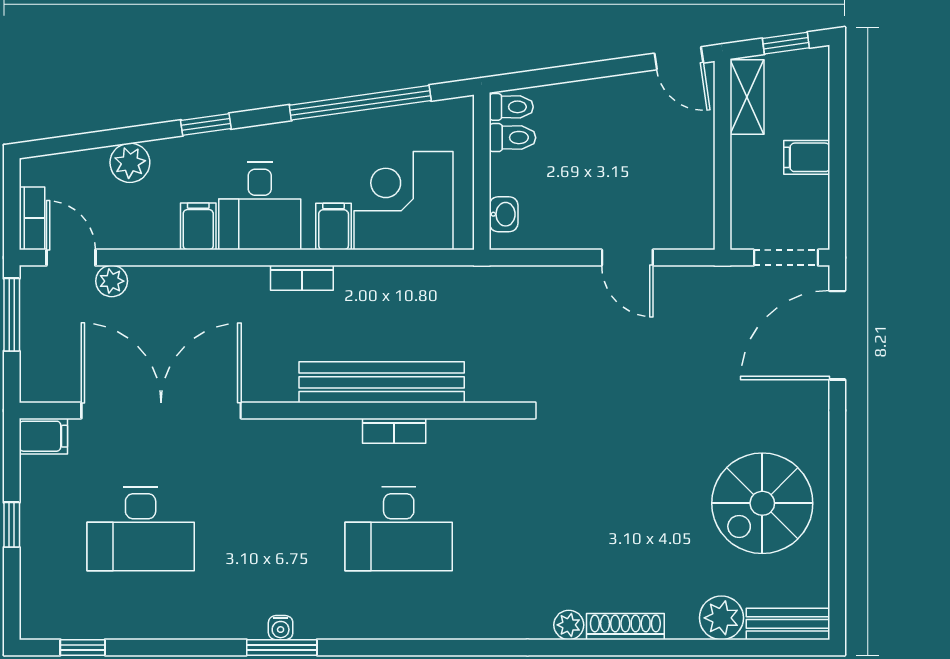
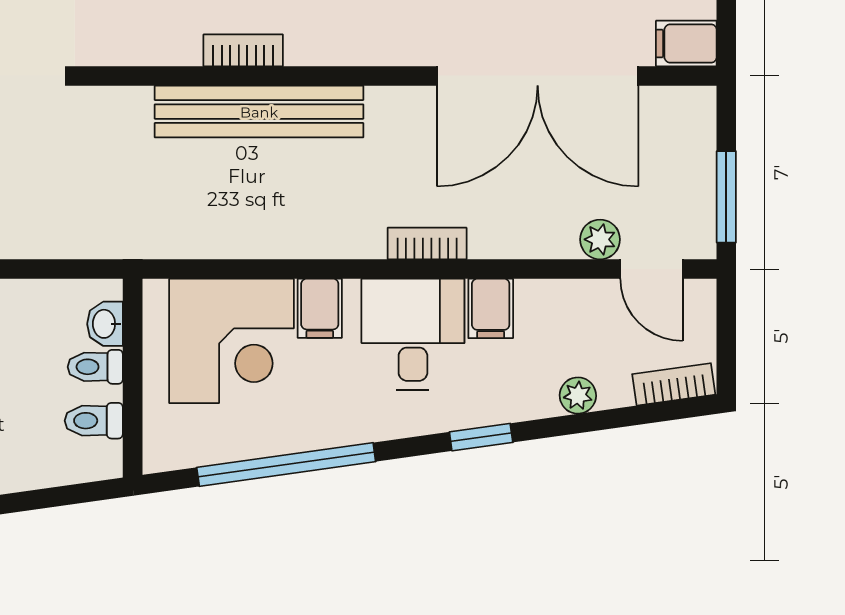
toilet: (511, 107) -> (95, 367), moved
plant: (130, 163) -> (578, 396), width x0.73, depth x0.73
bookcase: (32, 218) -> (674, 384), moved, turned 82
bookcase: (302, 278) -> (427, 244), moved

